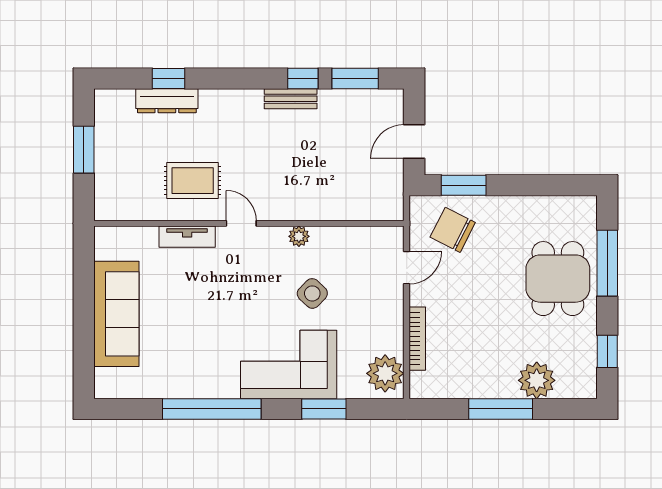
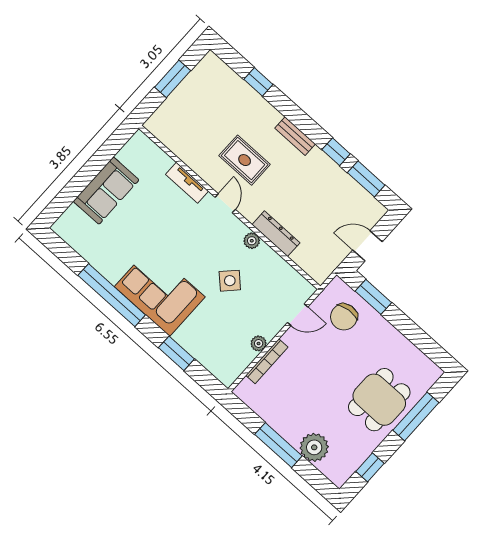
bench: (291, 99) -> (295, 136), moved
dresser: (167, 101) -> (276, 234), moved, turned 180
rug: (193, 181) -> (245, 160), moved
chair: (453, 230) -> (344, 317), turned -123
sofa: (116, 314) -> (106, 191), width x0.73
corner sofa: (289, 365) -> (160, 292), moved
plant: (385, 373) -> (259, 343), moved, width x0.53, depth x0.53

